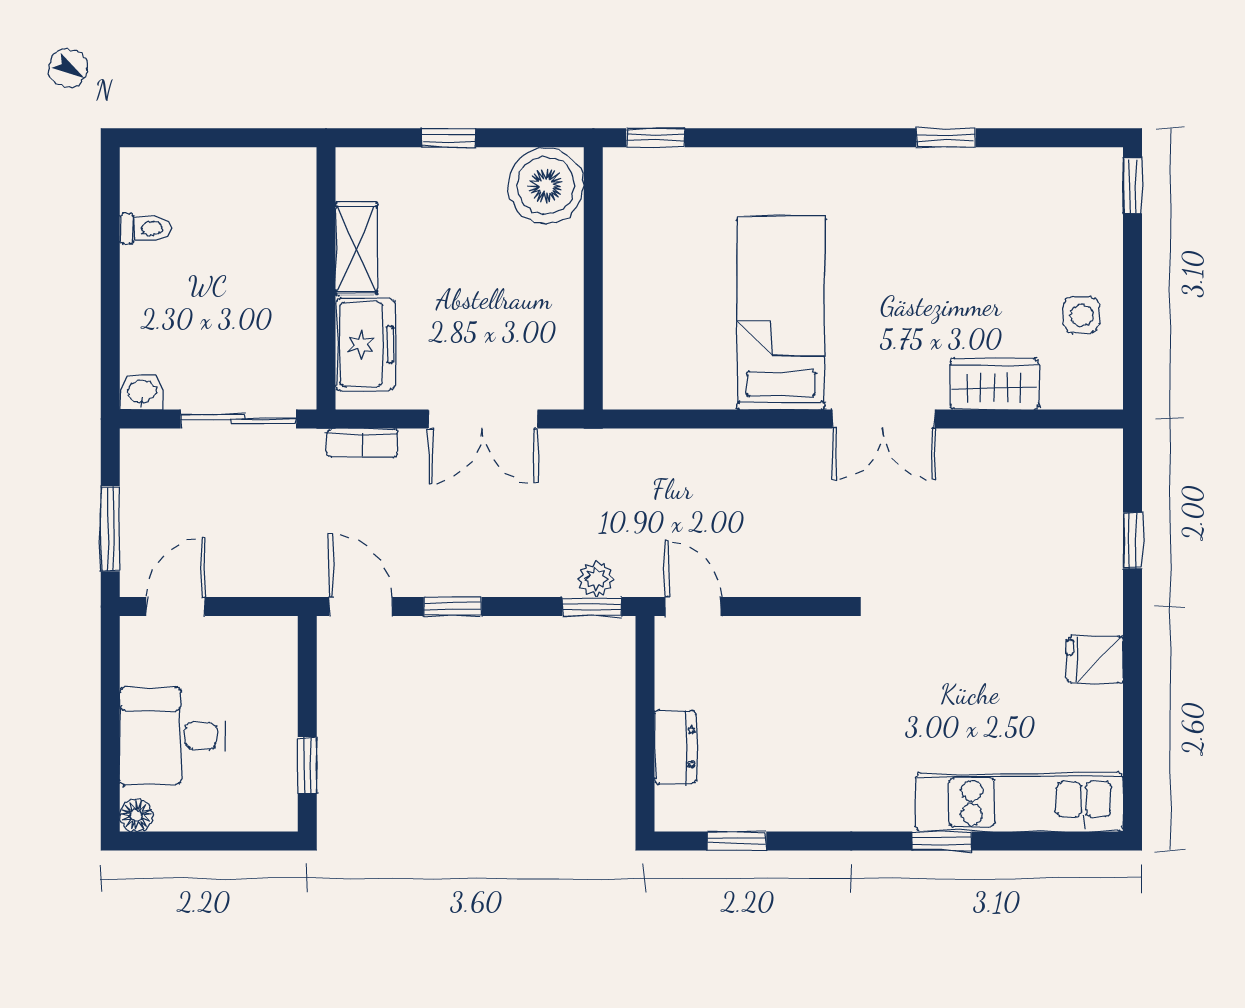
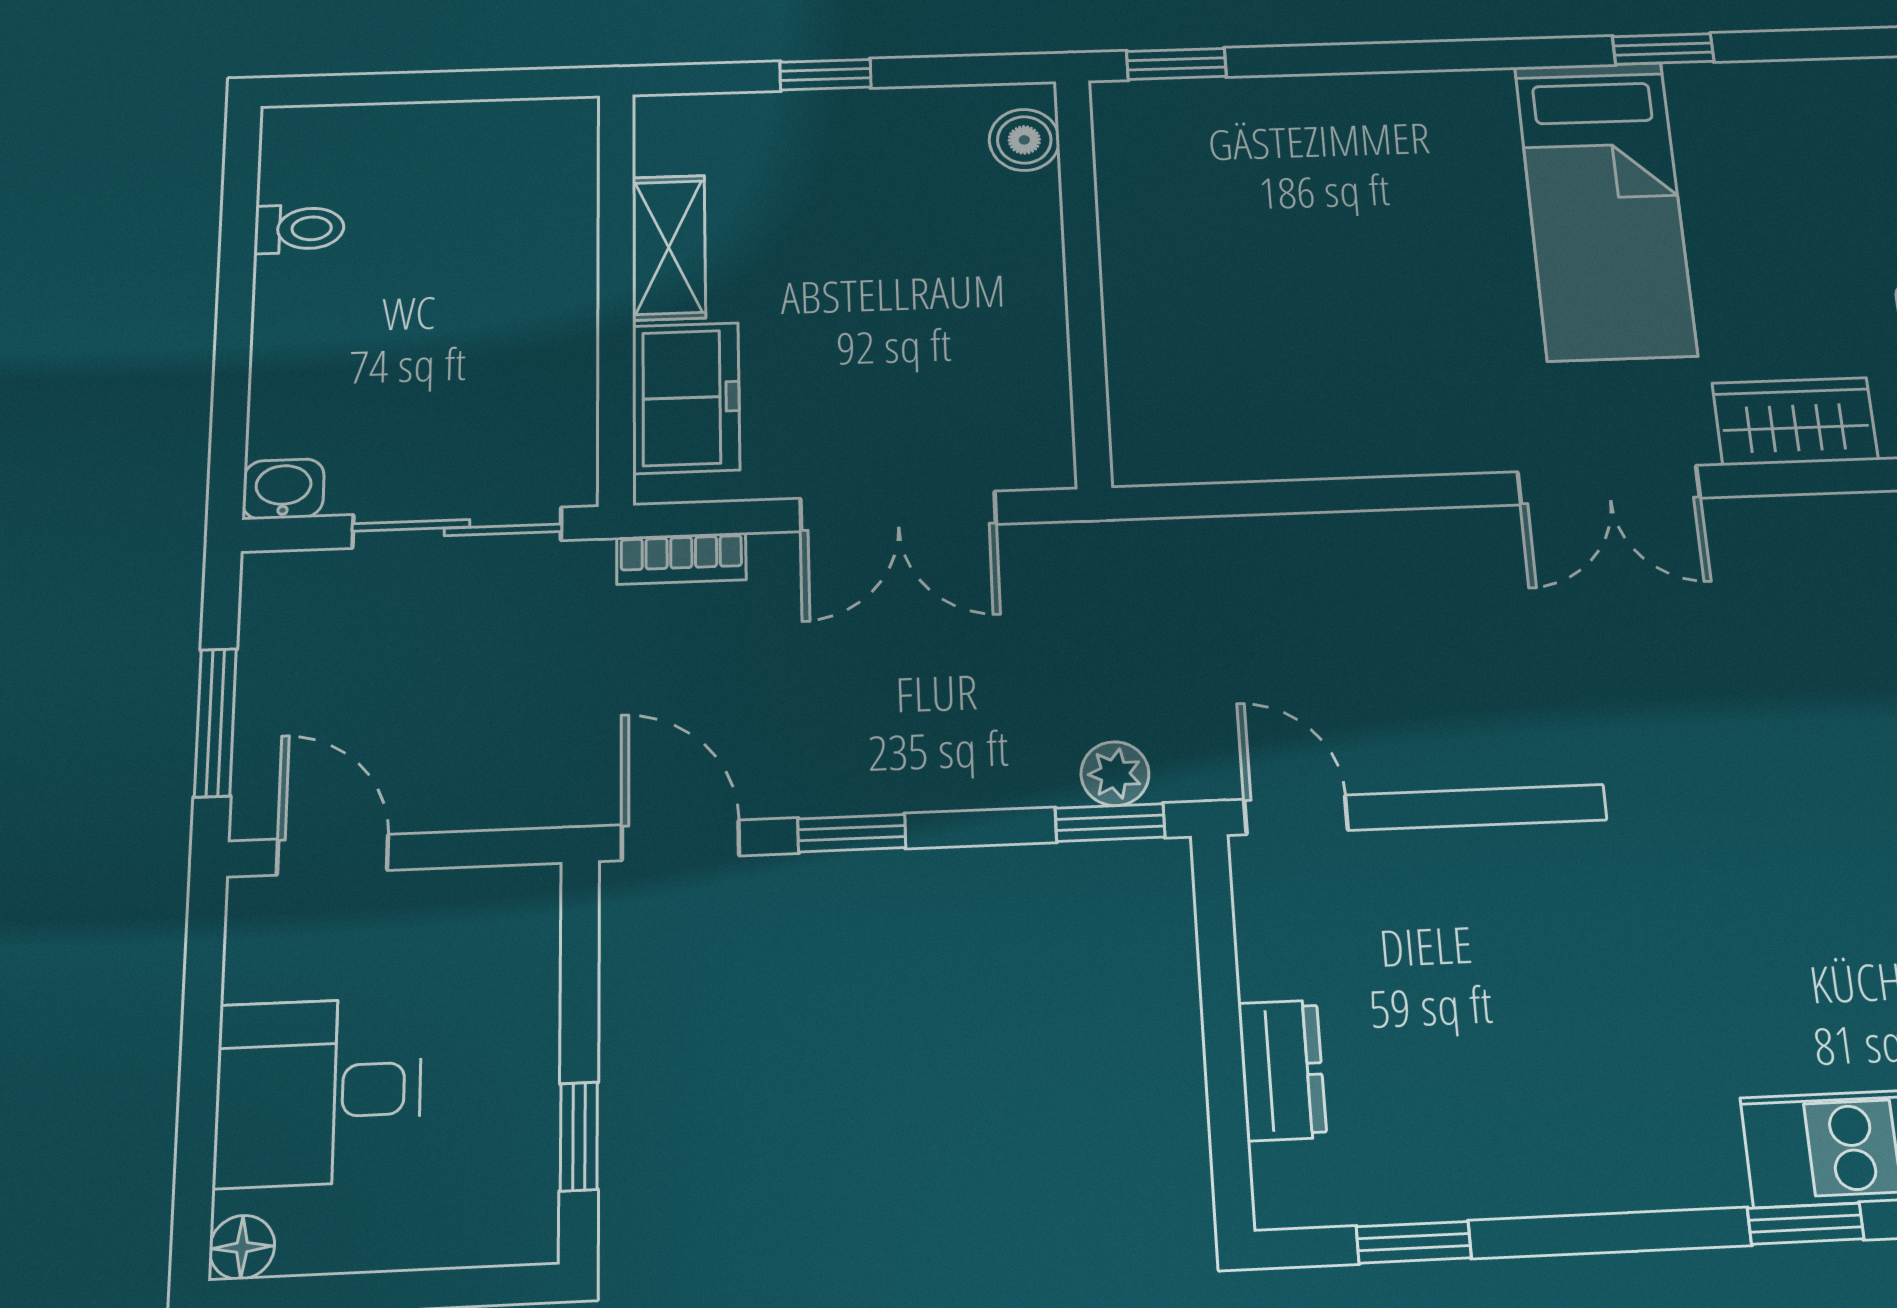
boiler: (546, 186) -> (1024, 140), width x0.54, depth x0.54
bed: (781, 313) -> (1605, 209), moved, turned 180
door: (176, 607) -> (333, 855), hinge flipped

